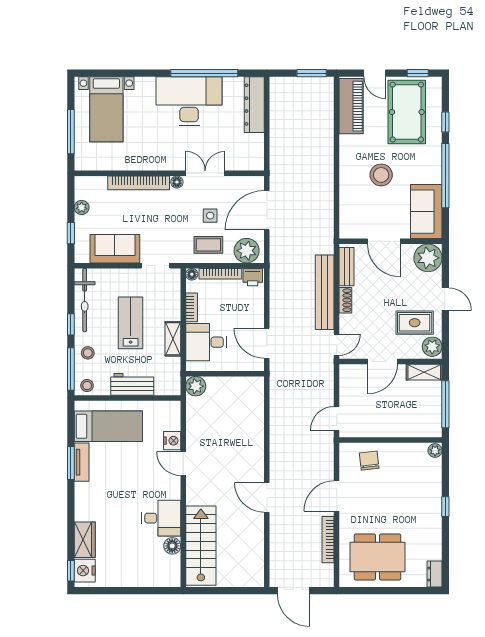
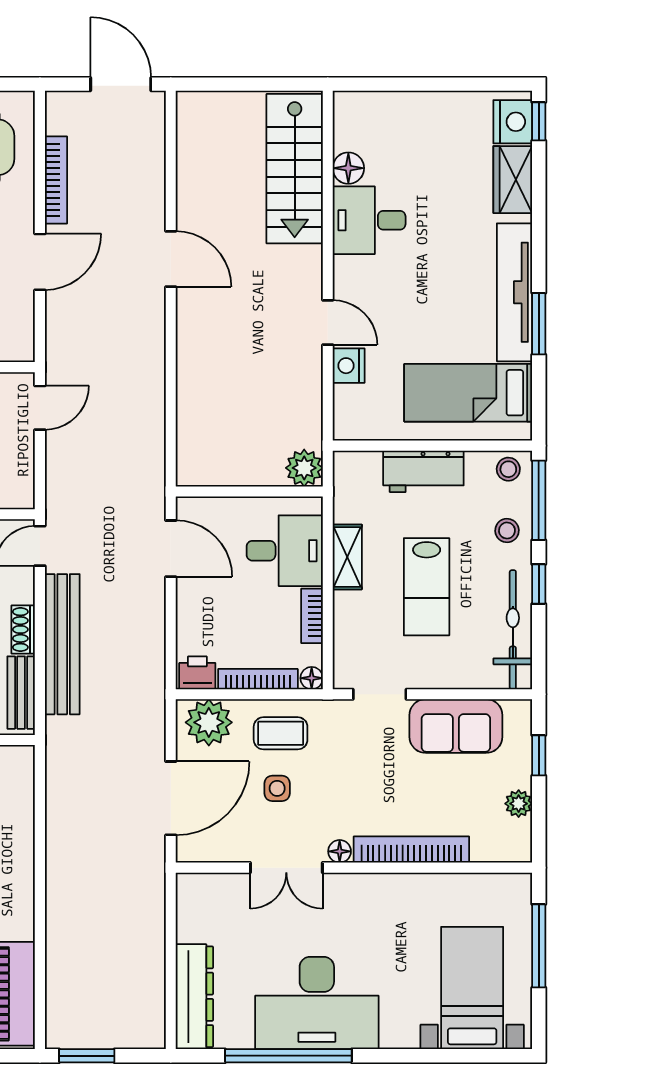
tv unit: (82, 462) -> (515, 292), width x1.92, depth x1.29

